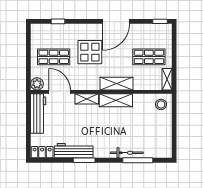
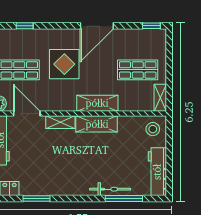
workbench: (74, 151) -> (157, 172), moved, turned -90
window: (84, 160) -> (36, 198), moved

